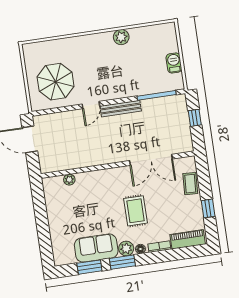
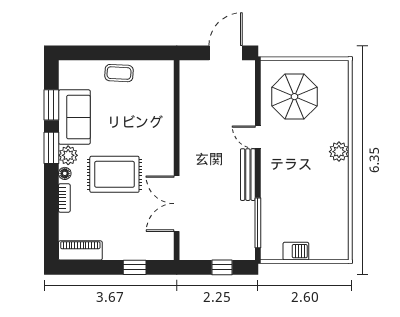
plant: (121, 37) -> (339, 152), moved
plant: (69, 180) -> (167, 96), removed
coffee table: (190, 184) -> (119, 73), moved
window: (208, 208) -> (135, 267), moved
rug: (136, 211) -> (114, 174), width x1.36, depth x1.43
piano: (188, 239) -> (80, 250), moved, turned -90

